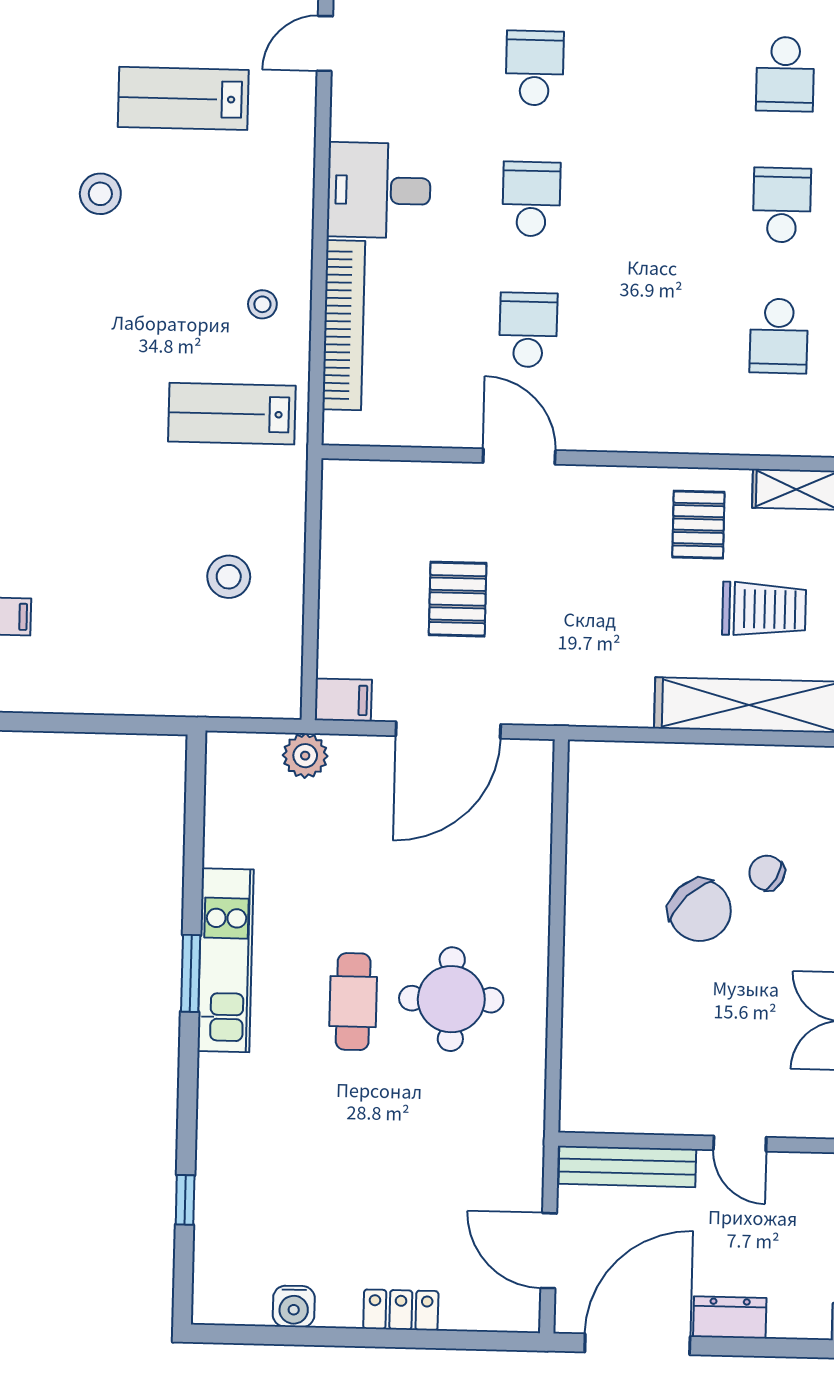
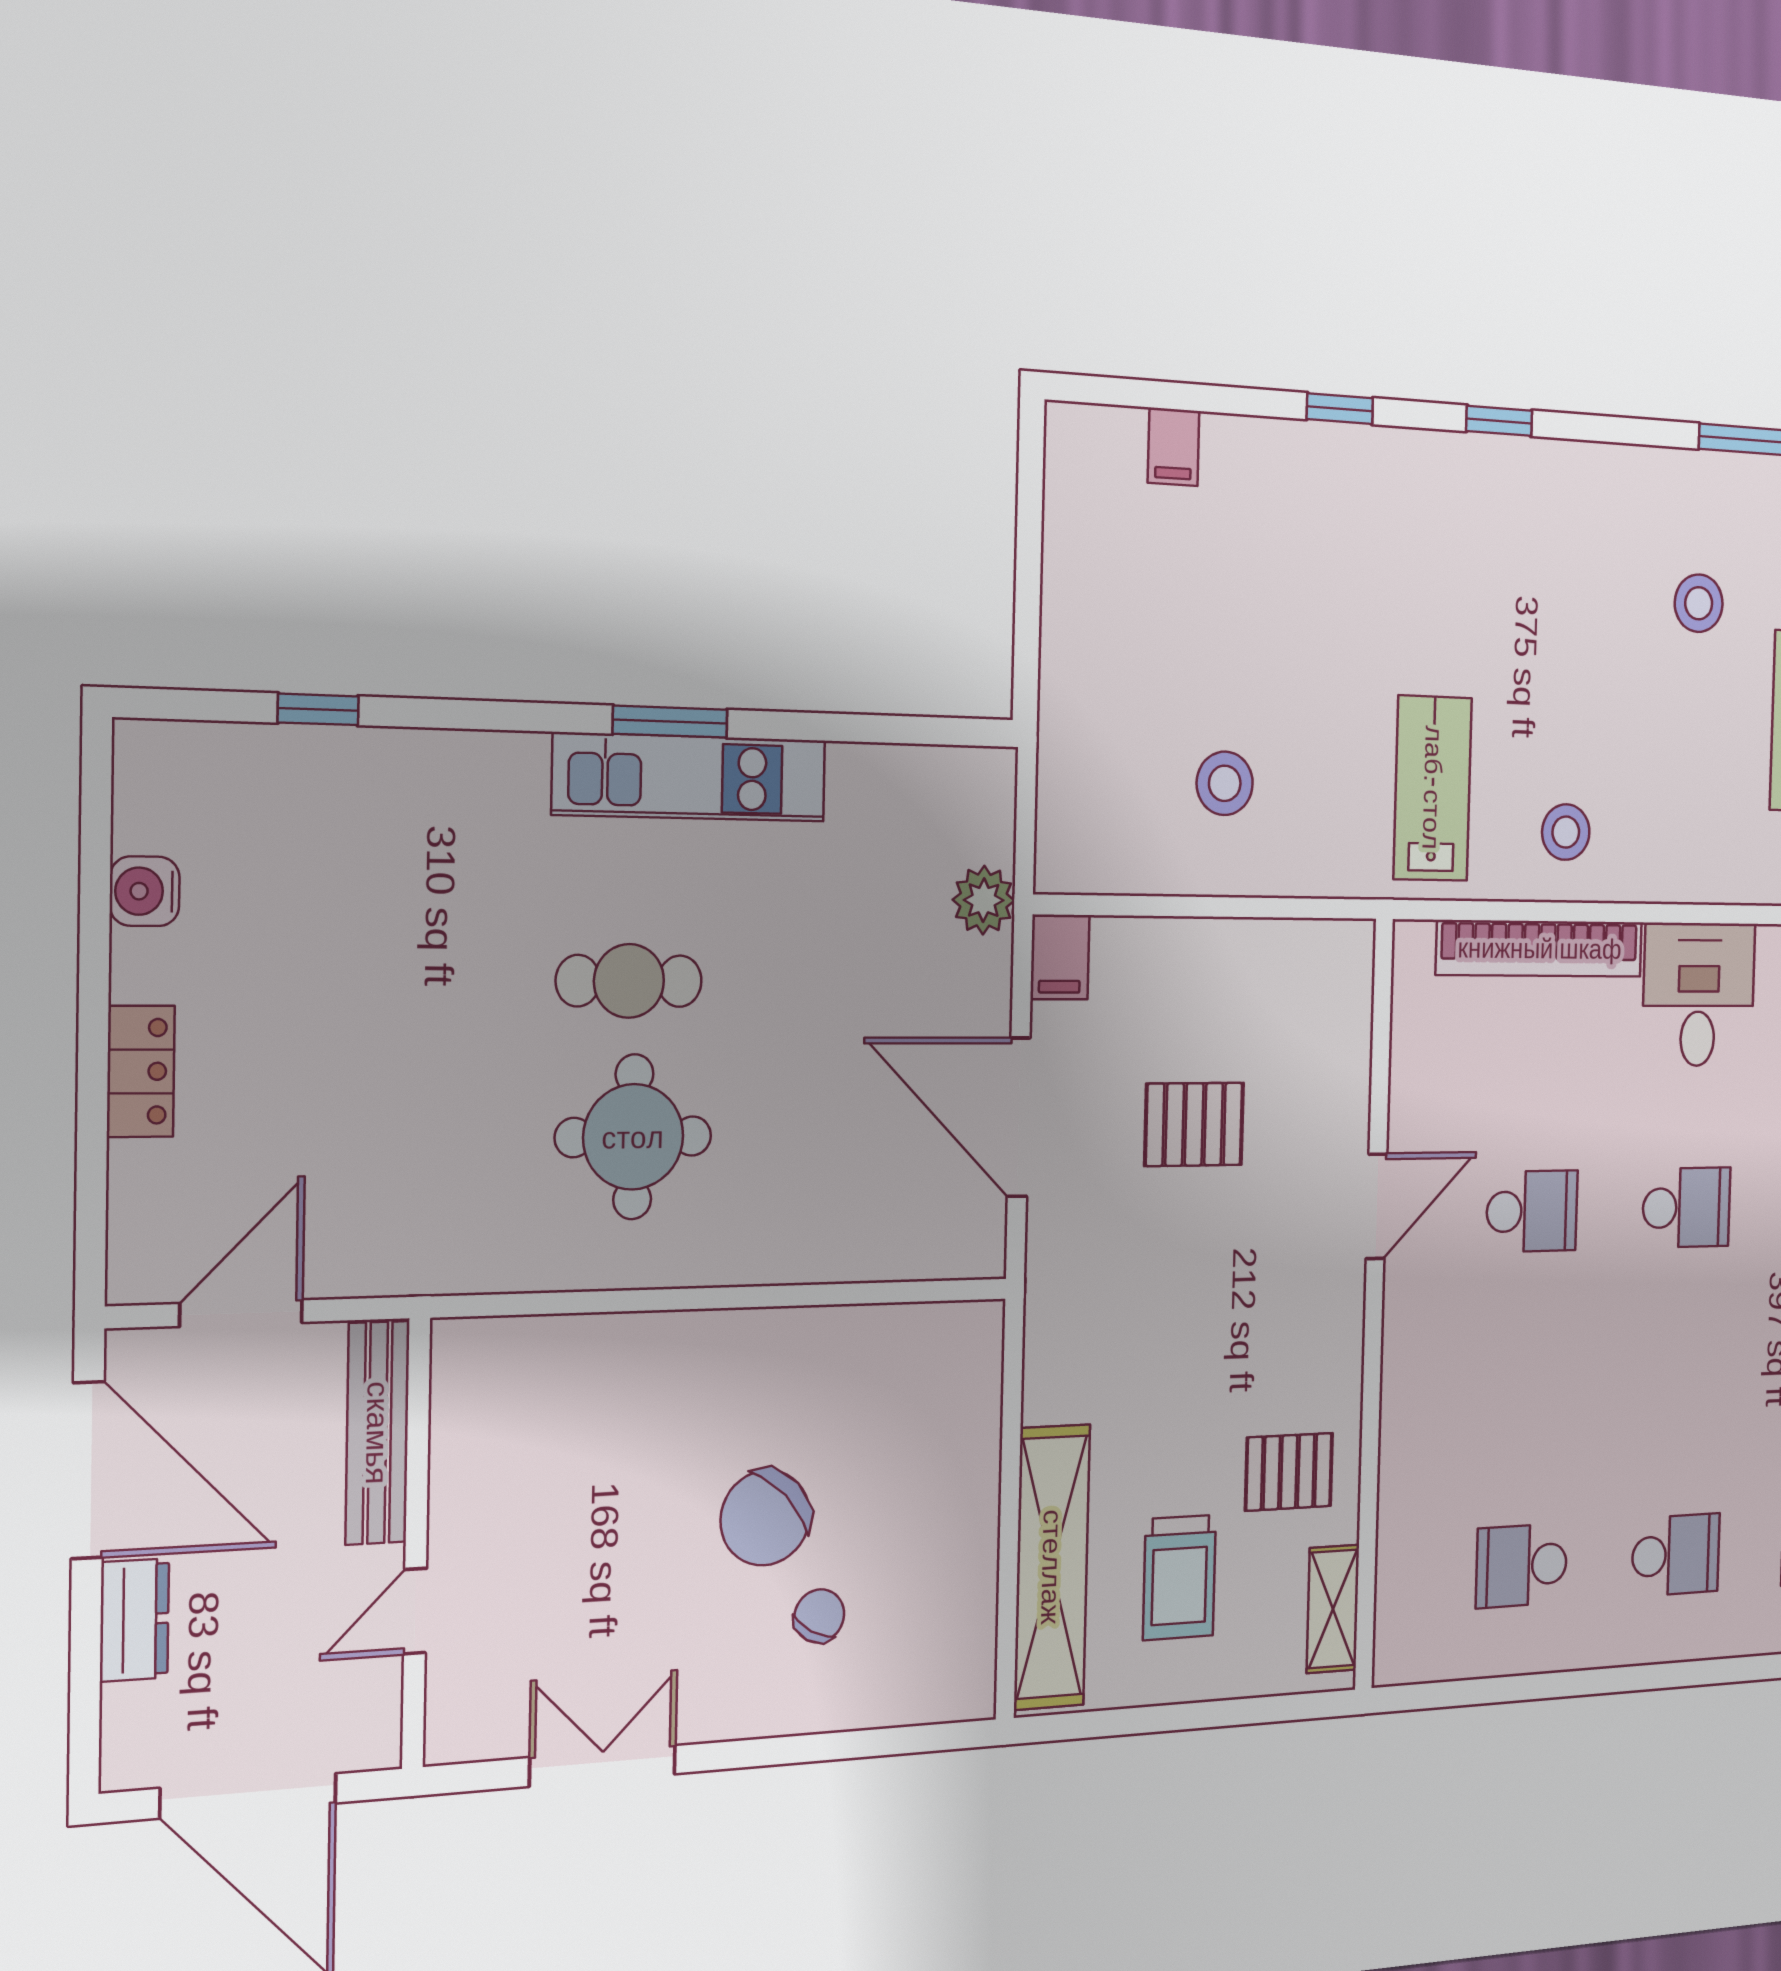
stool: (262, 304) -> (1566, 832), width x1.37, depth x1.37

